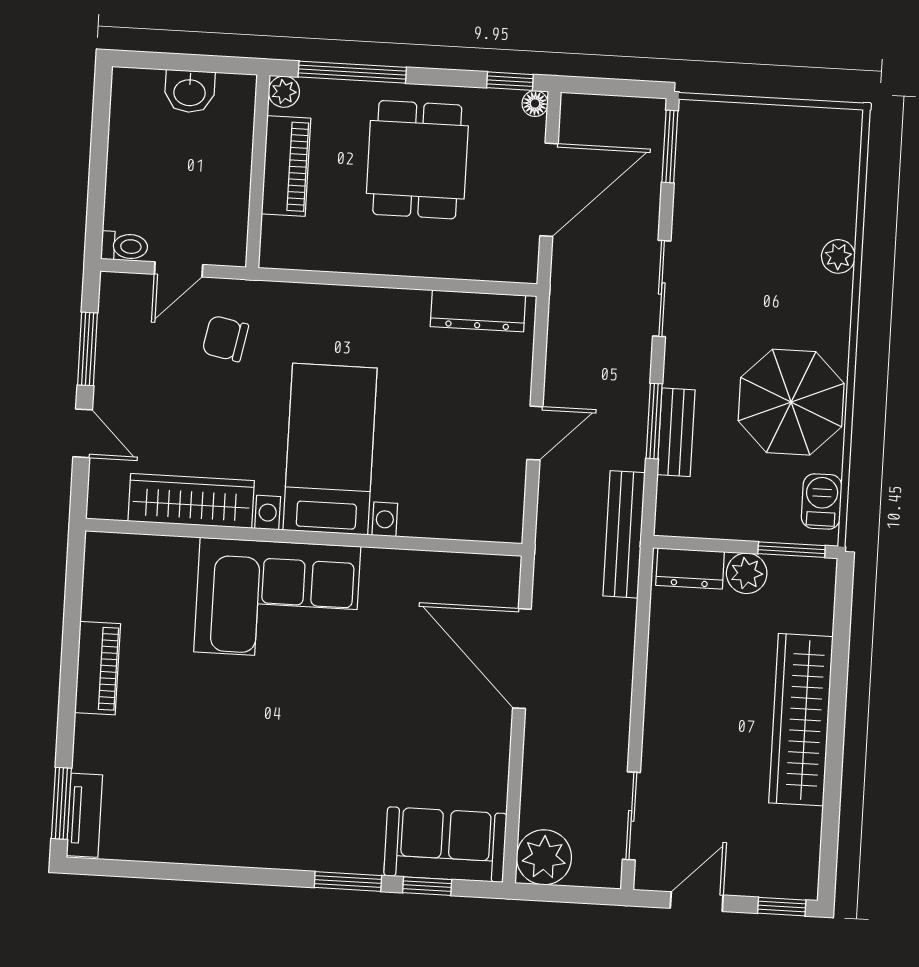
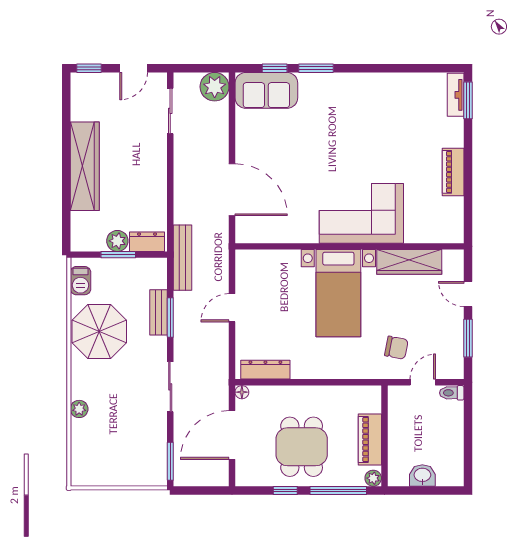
window: (510, 81) -> (285, 490), moved
floor lamp: (535, 104) -> (242, 392), moved
window: (792, 550) -> (118, 255), moved

